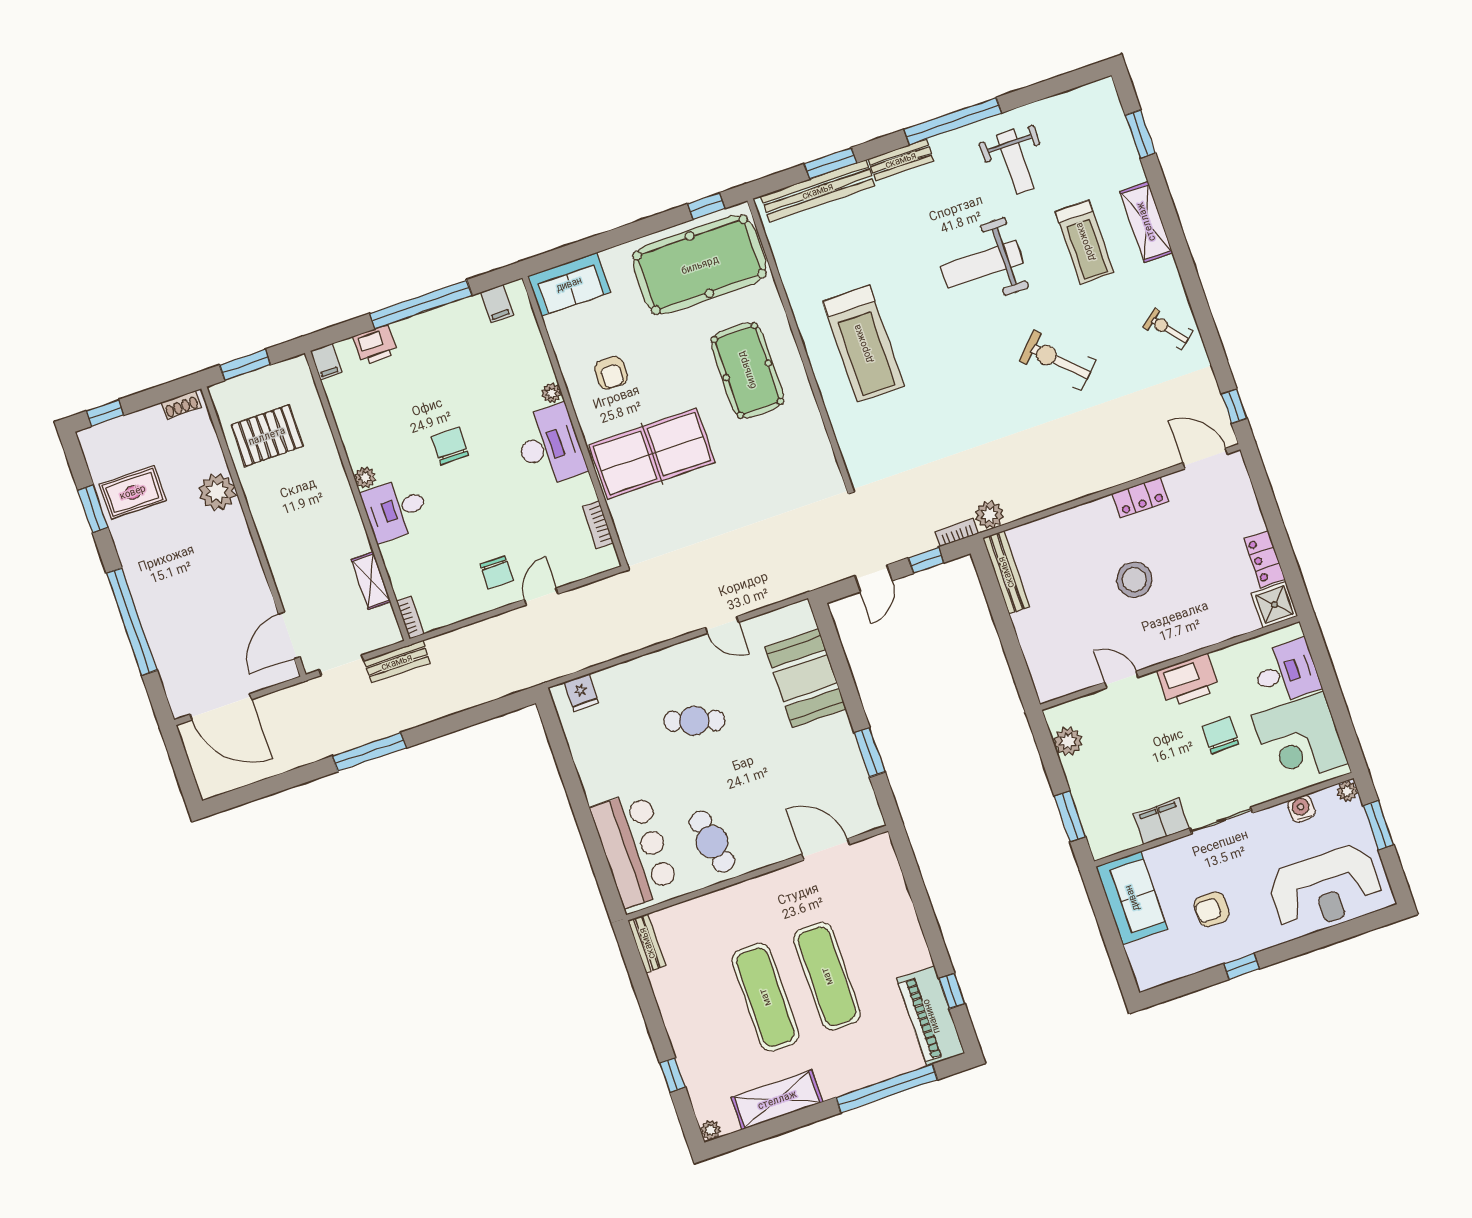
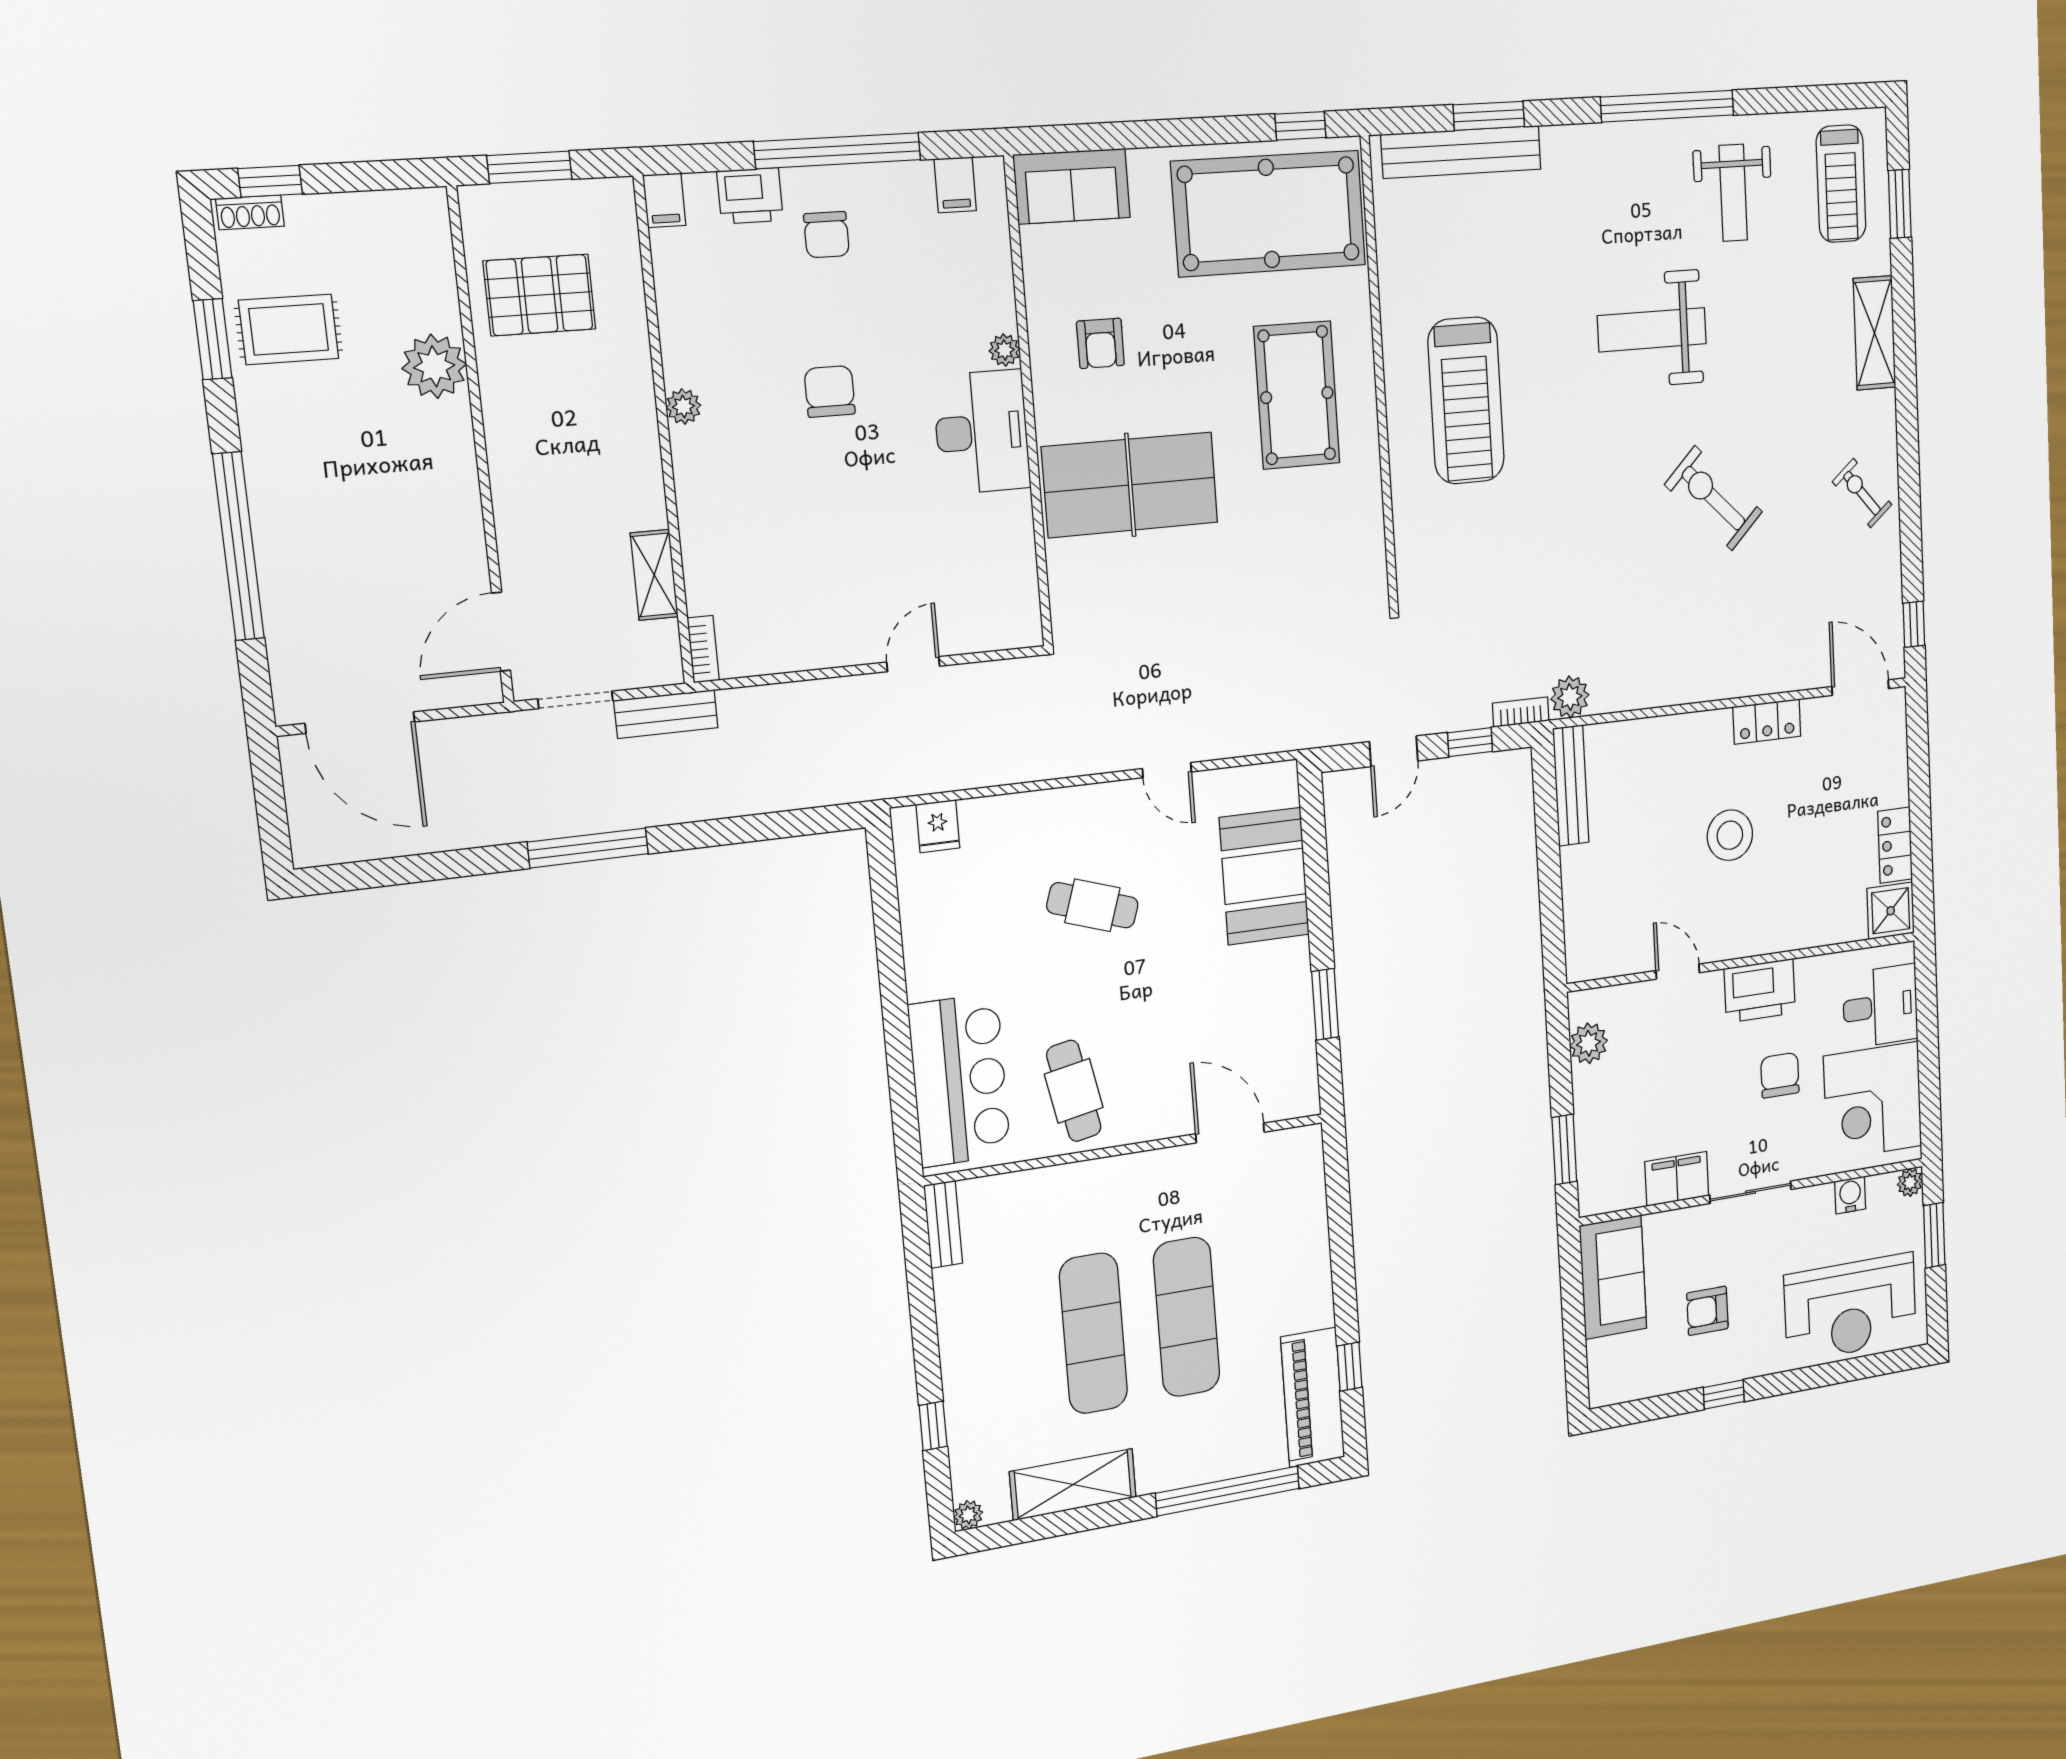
bench: (901, 160) -> (1585, 141), removed
treadmill: (1085, 242) -> (1841, 184), moved
shoe rack: (181, 405) -> (250, 212), moved
desk: (396, 509) -> (720, 470), removed
bookcase: (598, 525) -> (1024, 573), removed
chair: (497, 572) -> (827, 235), moved

